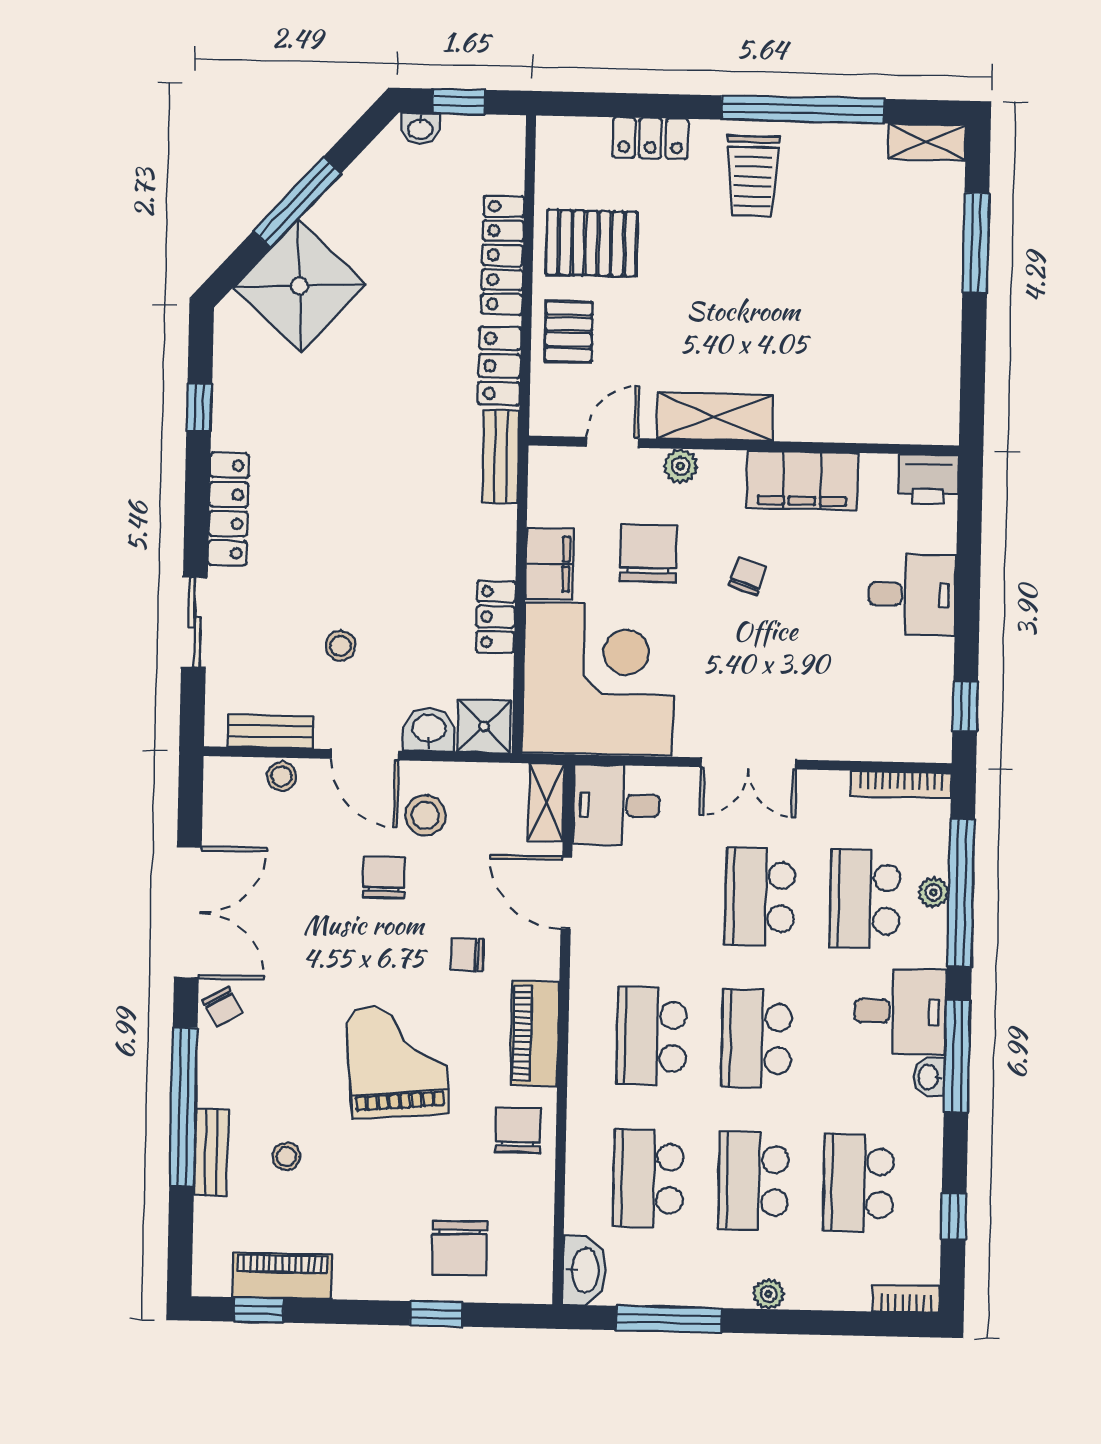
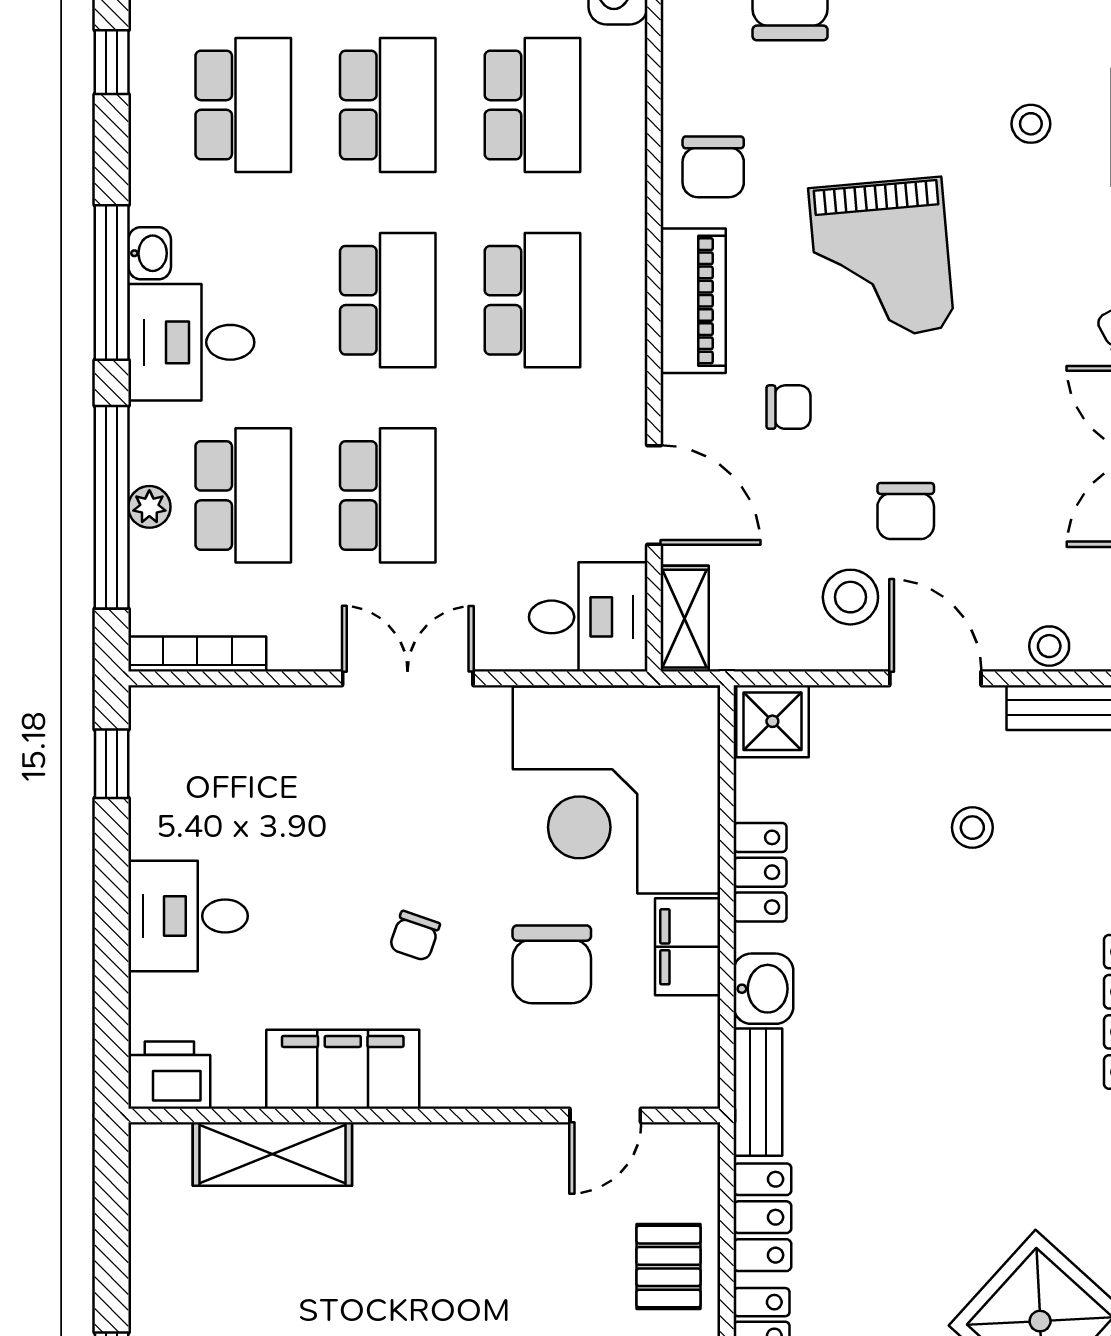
shelving: (715, 417) -> (272, 1154), moved
plant: (680, 466) -> (511, 1085), removed
washbasin: (429, 730) -> (763, 989), moved, turned -90

